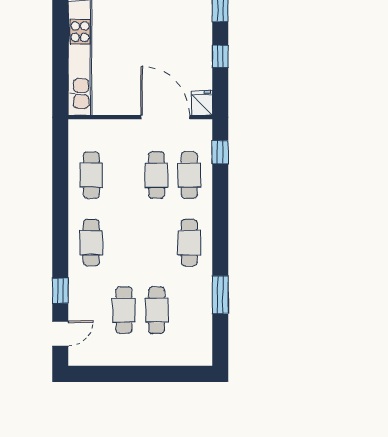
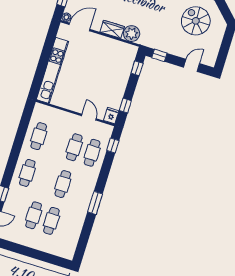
window: (220, 56) -> (125, 106), moved
door: (165, 117) -> (89, 117), width x0.53
cafe table: (189, 243) -> (63, 184), moved
window: (220, 295) -> (95, 203), moved

